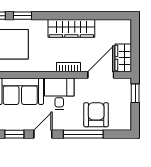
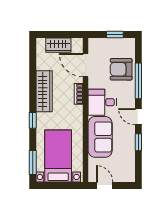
window: (22, 16) -> (33, 120), moved
wardrobe: (123, 58) -> (58, 45), moved
window: (135, 93) -> (115, 35), moved

